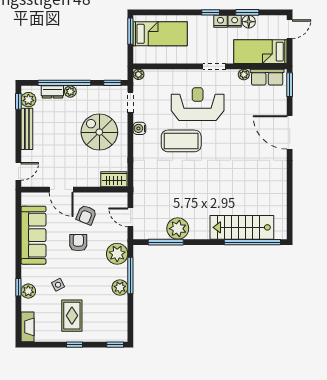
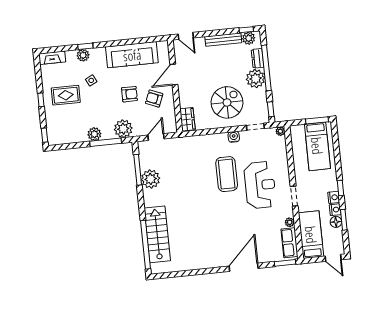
plant: (70, 91) -> (256, 79), width x1.88, depth x1.88

